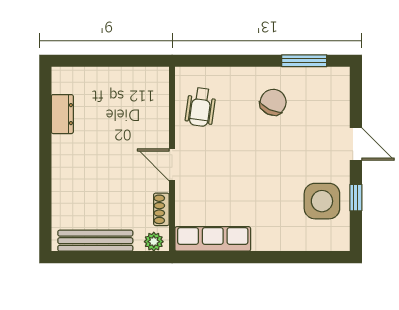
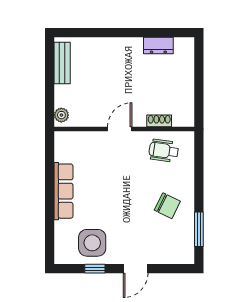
shoe rack: (161, 209) -> (159, 121), moved
row of seats: (213, 239) -> (63, 191), moved
bench: (95, 241) -> (62, 63), width x0.73

